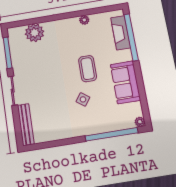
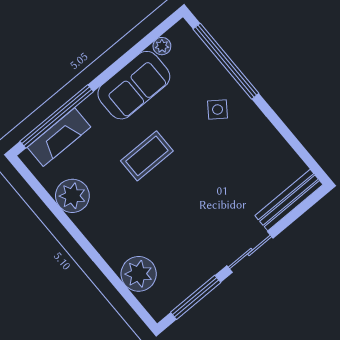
plant: (84, 20) -> (72, 196), width x1.88, depth x1.88
side table: (83, 99) -> (218, 109), moved
plant: (140, 122) -> (162, 46), moved

